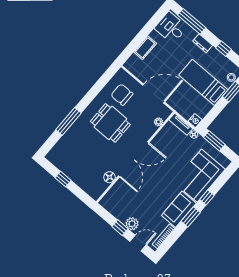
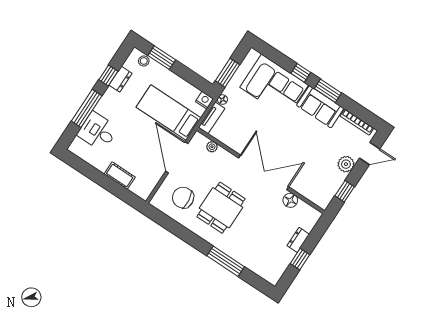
window: (192, 21) -> (87, 108), moved
desk: (171, 28) -> (98, 131), moved, turned 90
dresser: (203, 43) -> (120, 79), moved
bed: (203, 82) -> (169, 112), moved, turned 90
chair: (122, 95) -> (183, 198), turned 84
dresser: (78, 180) -> (298, 240), added
window: (120, 228) -> (345, 191), moved
door: (138, 243) -> (370, 153), swing flipped

